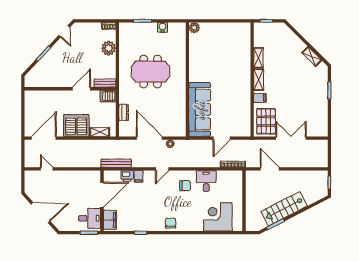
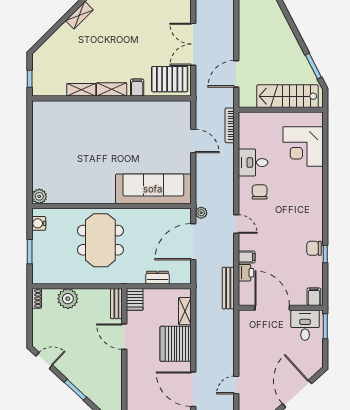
plant: (194, 28) -> (39, 196), moved
wall: (187, 79) -> (111, 206), moved
sofa: (200, 110) -> (153, 189), moved
stairs: (284, 209) -> (287, 96), moved, turned 117
filing cabinet: (110, 220) -> (314, 297), width x0.50
chair: (171, 223) -> (314, 248), moved

